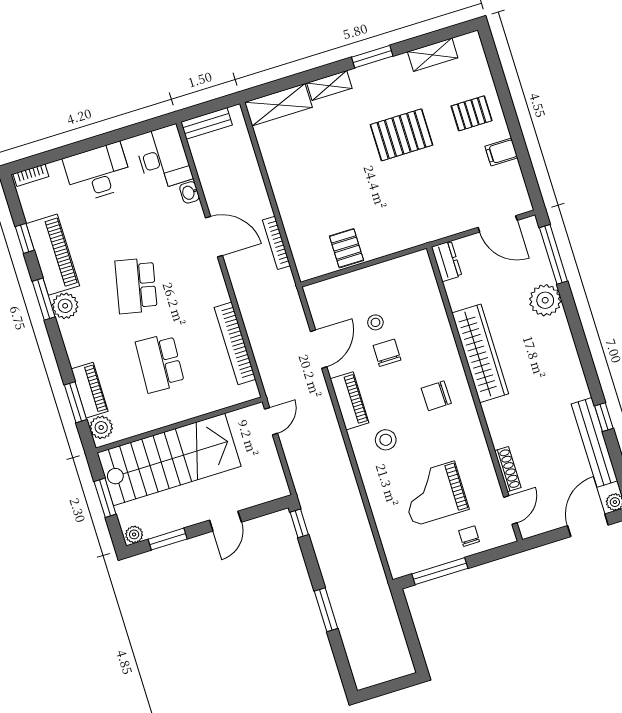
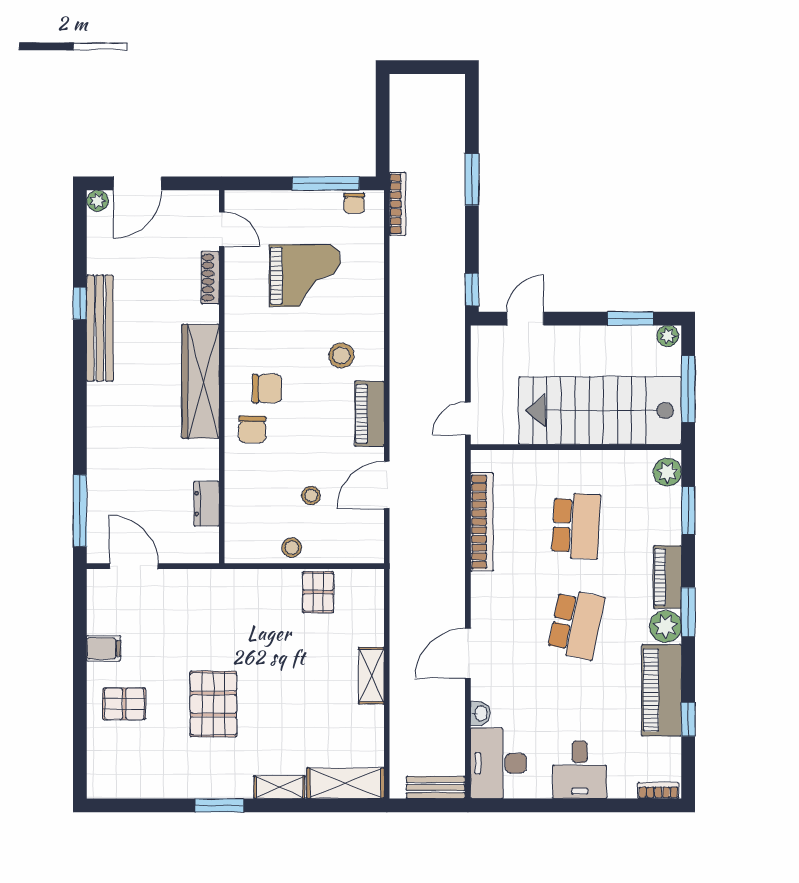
shelving: (433, 55) -> (371, 676), moved, turned 90
pallet: (401, 135) -> (213, 704), turned 90
desk: (98, 172) -> (580, 770), width x0.73
door: (214, 237) -> (468, 653), hinge flipped
bookcase: (276, 243) -> (398, 204), moved
dresser: (447, 261) -> (206, 504), moved
stool: (378, 277) -> (292, 548), added
window: (44, 299) -> (688, 612), moved
plant: (545, 300) -> (106, 460), removed
chair: (387, 353) -> (252, 429), moved
wardrobe: (480, 353) -> (201, 381), moved
piano: (90, 390) -> (667, 577), moved
bench: (594, 442) -> (100, 328), moved
window: (105, 498) -> (688, 389), width x1.44
door: (510, 510) -> (222, 229), swing flipped
door: (225, 521) -> (525, 319), moved
chair: (469, 536) -> (354, 203), moved

